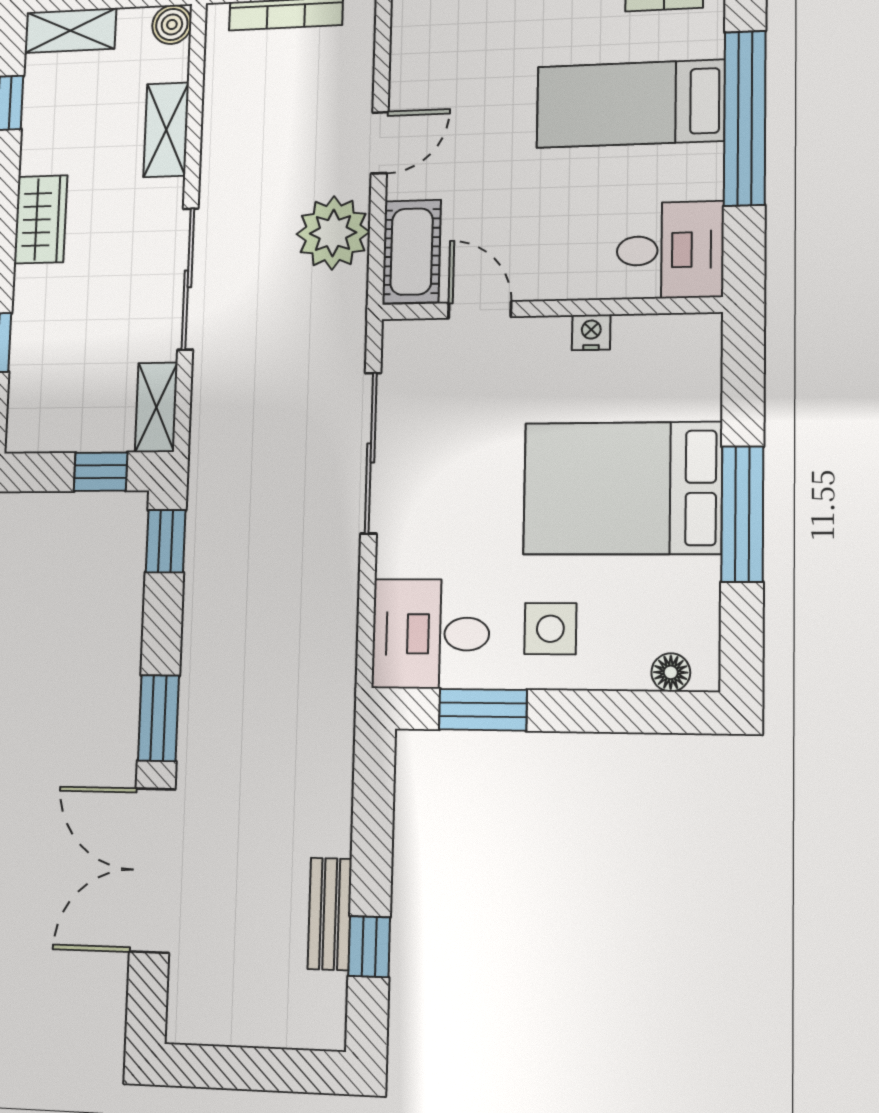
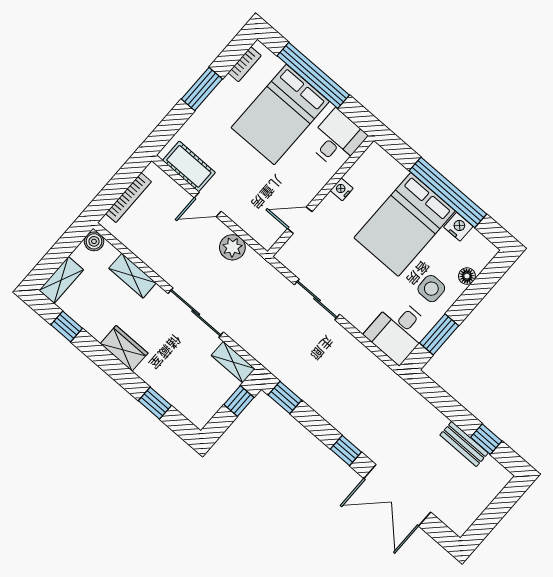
bed: (630, 104) -> (280, 115), width x1.50
door: (380, 143) -> (208, 205), swing flipped
plant: (333, 233) -> (232, 247), width x0.73, depth x0.73
cot: (412, 252) -> (189, 166), moved
sliding door: (371, 453) -> (317, 299), width x0.73
window: (742, 514) -> (448, 192), width x1.46
nightstand: (698, 583) -> (458, 227), added
floor lamp: (671, 672) -> (467, 276), moved
window: (158, 718) -> (346, 451), width x0.67

